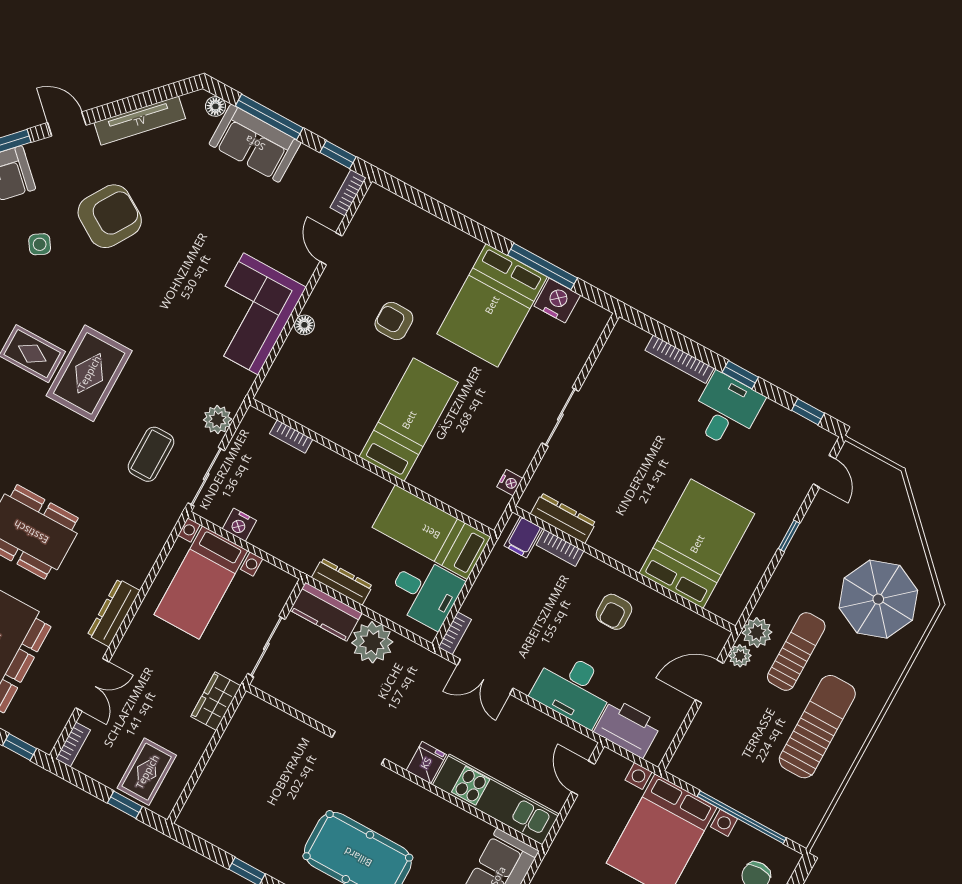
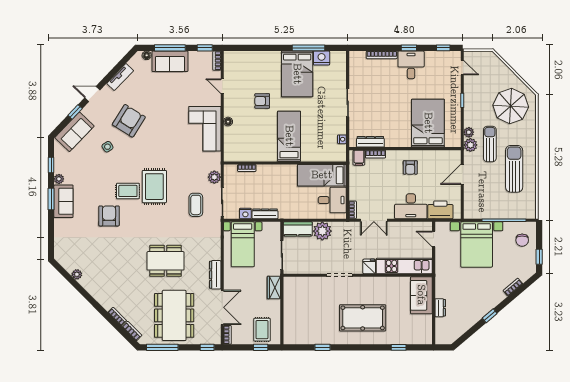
tv unit: (140, 121) -> (120, 77), width x0.71
dresser: (342, 582) -> (265, 214), moved
plant: (740, 656) -> (469, 132), moved
double door: (92, 685) -> (222, 307), width x1.37

